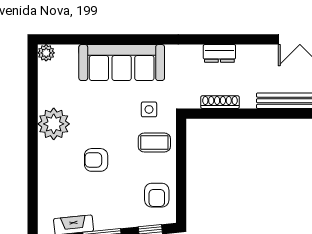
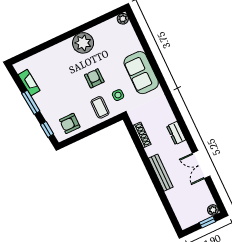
dresser: (219, 53) -> (176, 133), moved
sofa: (122, 63) -> (141, 73), width x0.73
armchair: (96, 160) -> (94, 78), moved

